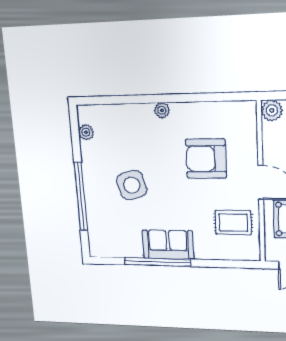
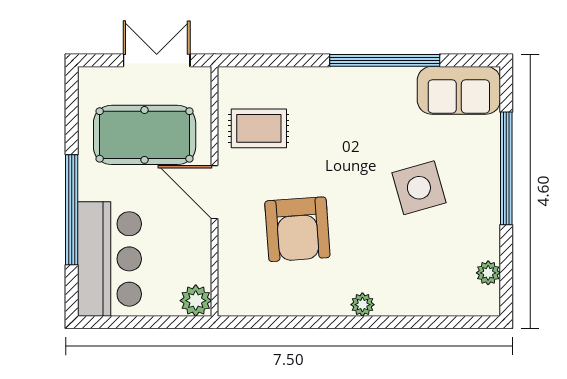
armchair: (206, 159) -> (297, 229), turned 86
sofa: (168, 245) -> (459, 90), moved

